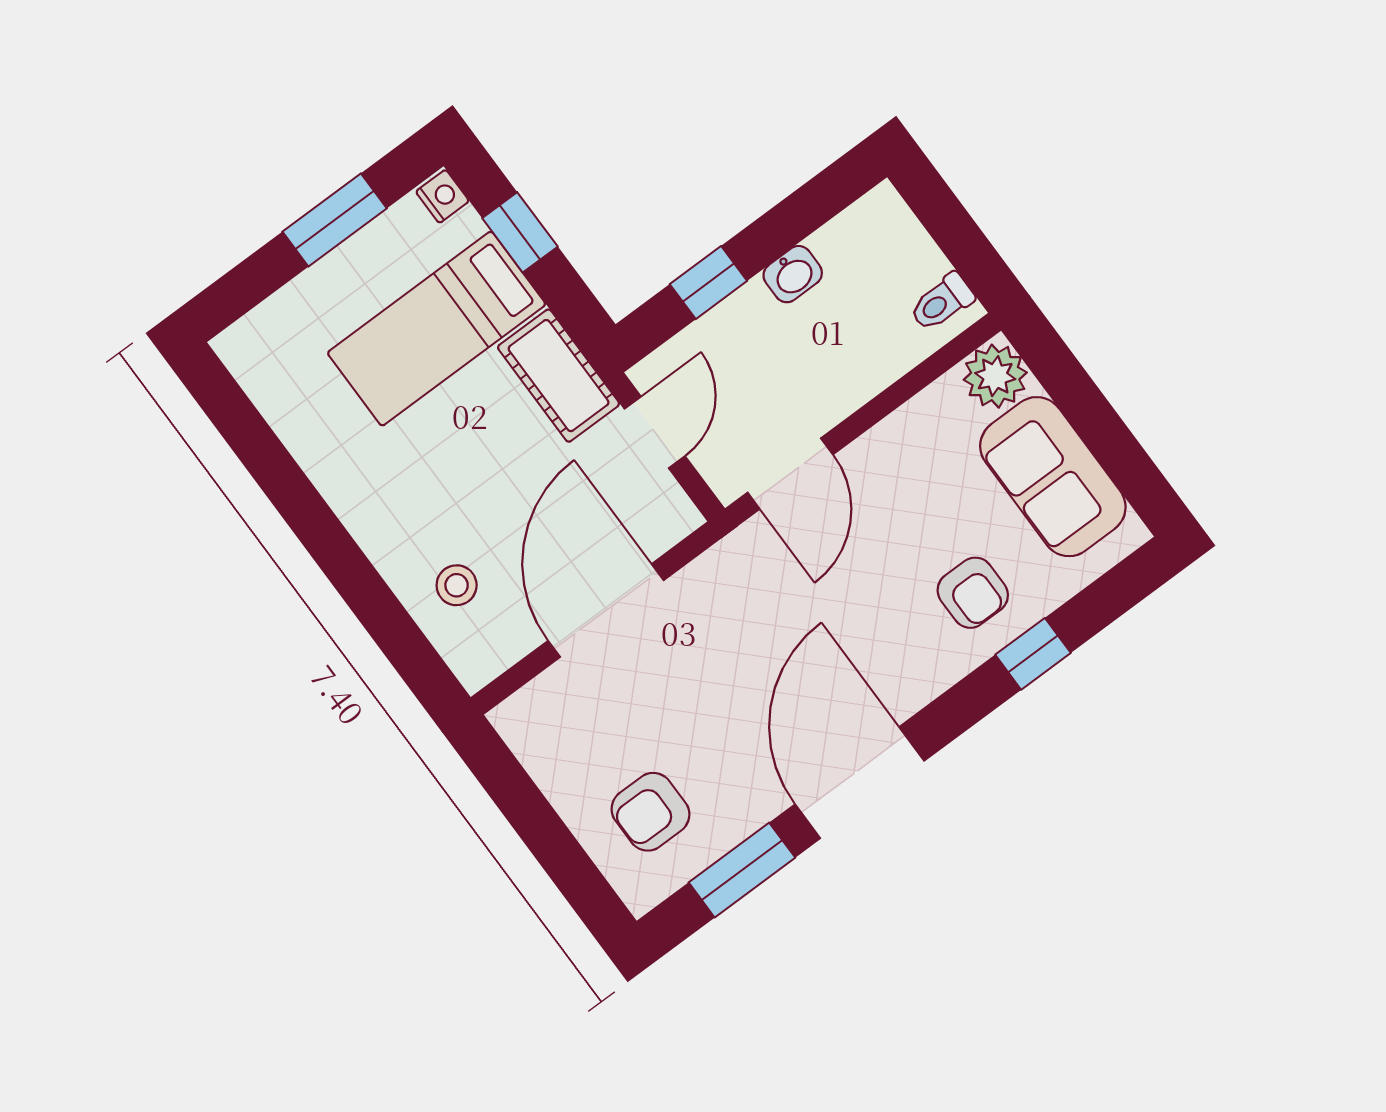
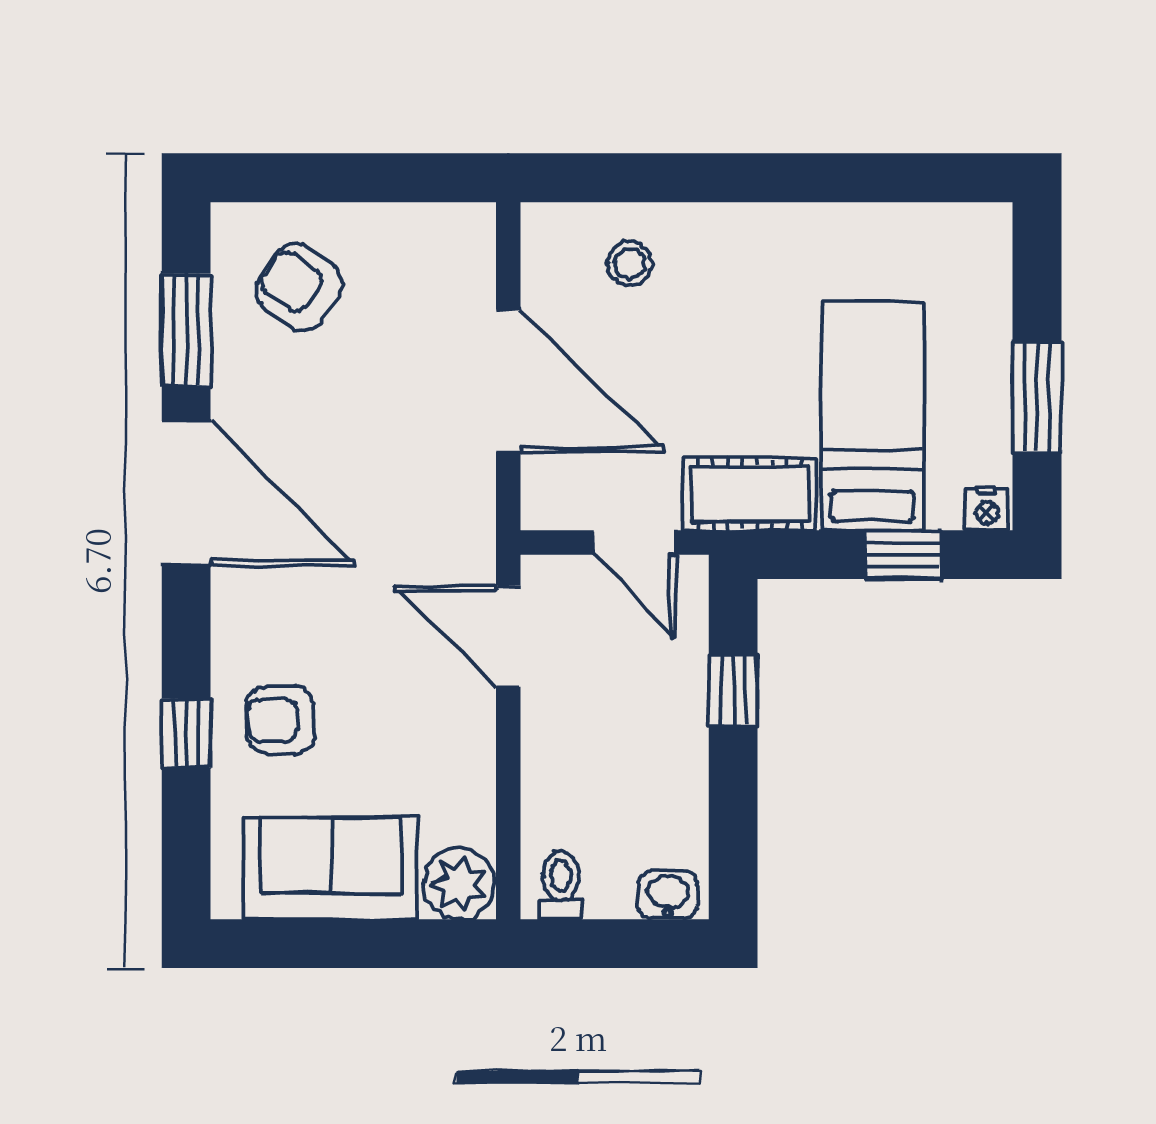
washbasin: (793, 274) -> (668, 895), moved, turned 90
armchair: (650, 812) -> (299, 287), turned -56

